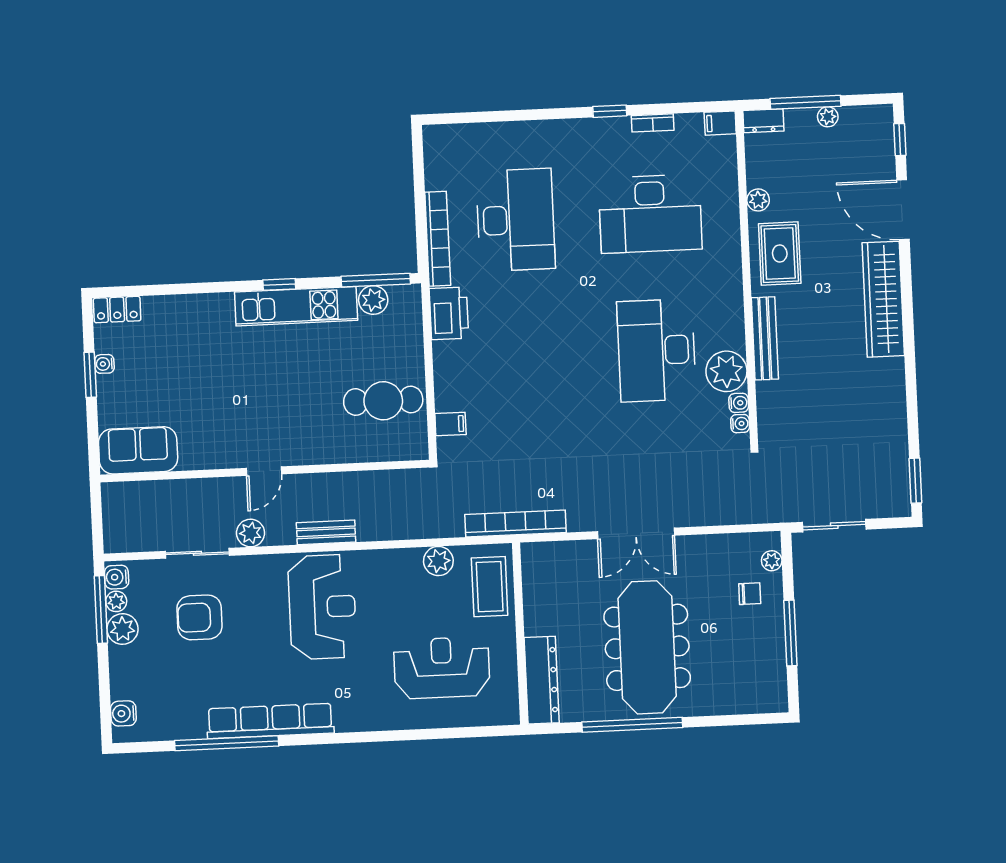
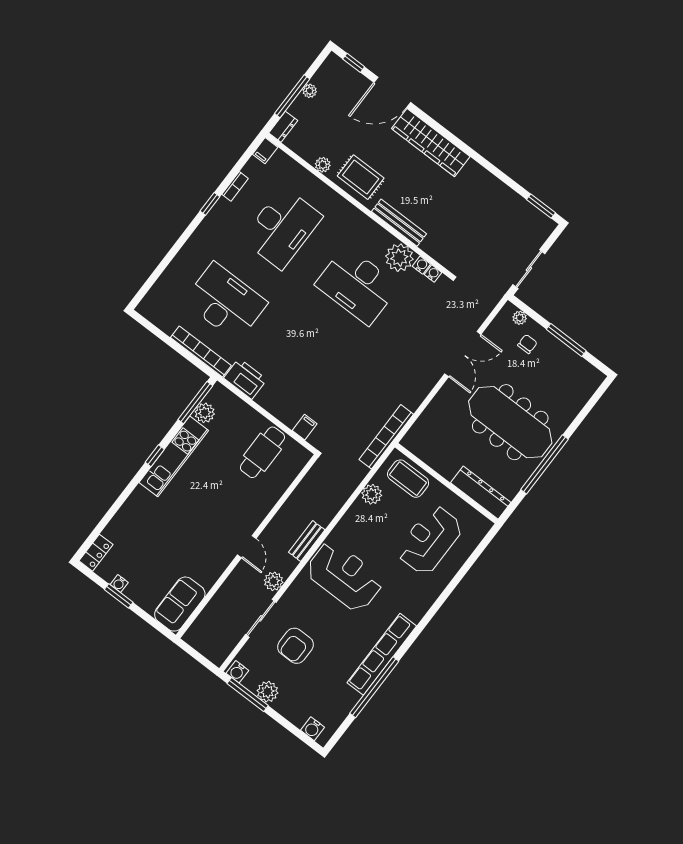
double door: (636, 533) -> (463, 354), moved
plant: (116, 601) -> (250, 683), removed

